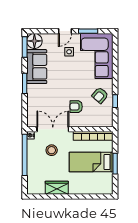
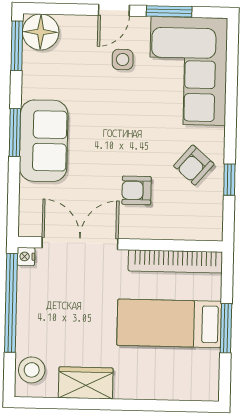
sofa: (37, 67) -> (44, 141), moved
stool: (52, 150) -> (32, 370), moved

